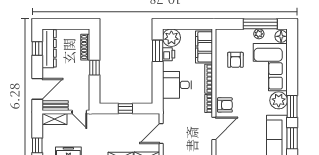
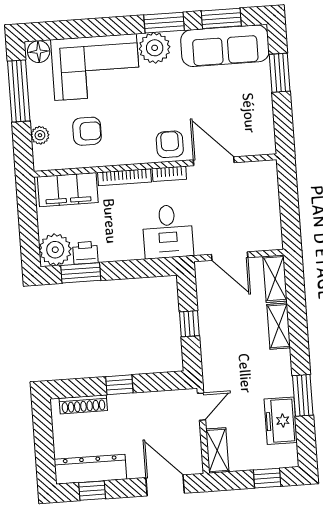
plant: (259, 34) -> (40, 135), moved
desk: (177, 85) -> (168, 232), moved
bench: (55, 106) -> (193, 451), removed

